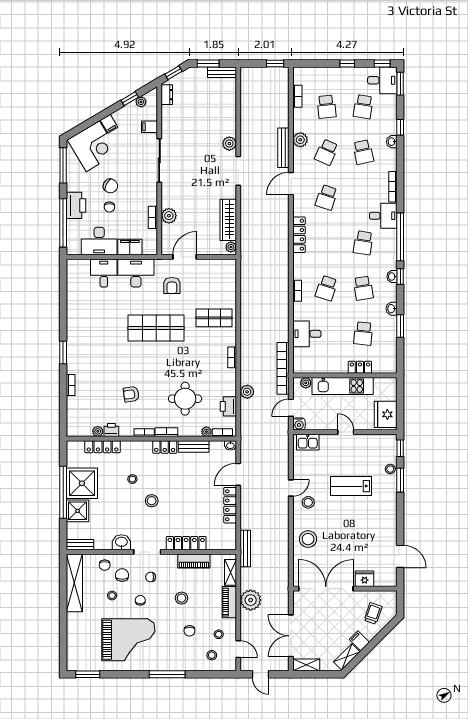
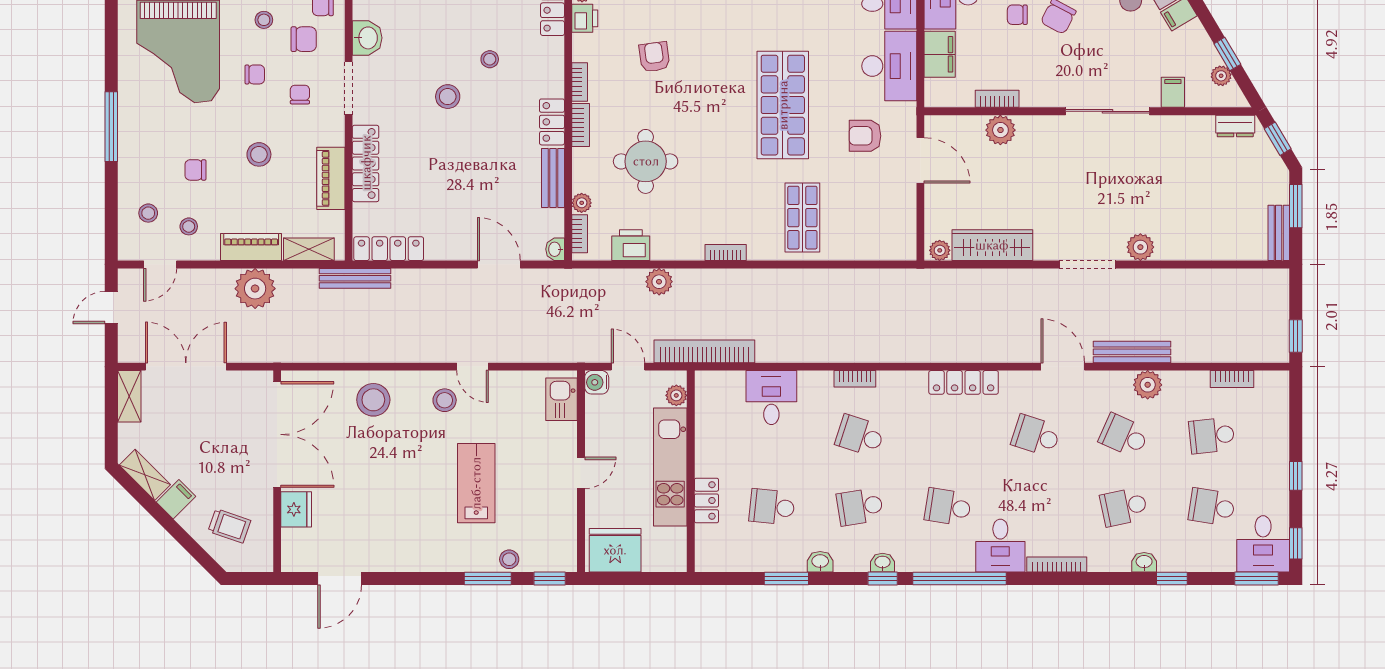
locker: (230, 505) -> (389, 249), moved

